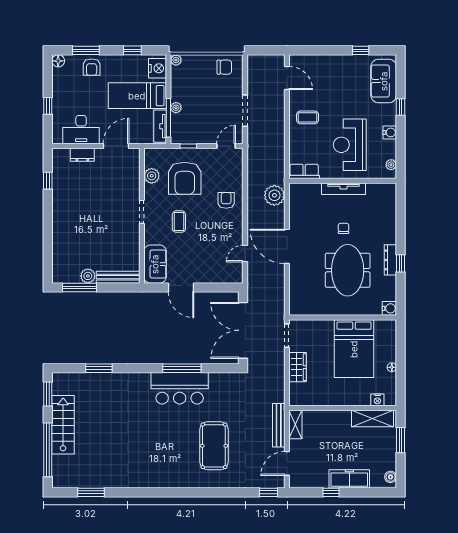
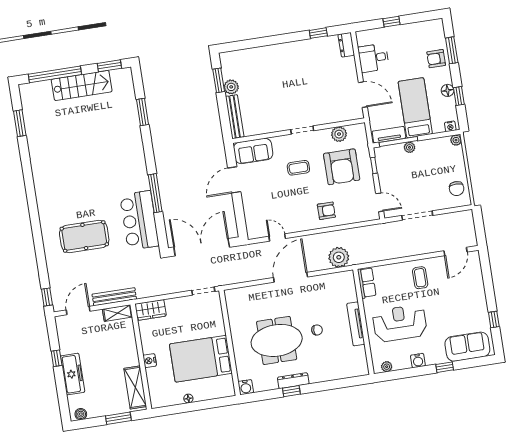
floor lamp: (58, 61) -> (448, 90), moved
nightstand: (157, 68) -> (450, 126), width x0.53, depth x0.56
desk: (81, 130) -> (373, 58), width x0.73
dresser: (82, 155) -> (346, 45), moved
armchair: (185, 178) -> (342, 167), turned -90
window: (79, 287) -> (219, 80), width x0.69
wardrobe: (298, 367) -> (151, 310), moved
bar counter: (180, 388) -> (139, 220), moved
nightstand: (377, 400) -> (150, 361), moved
door: (287, 463) -> (78, 311), hinge flipped

